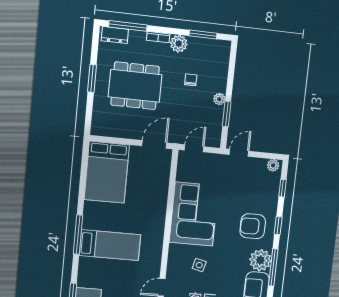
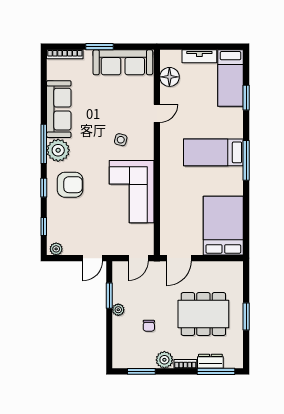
dresser: (115, 35) -> (210, 361), moved

